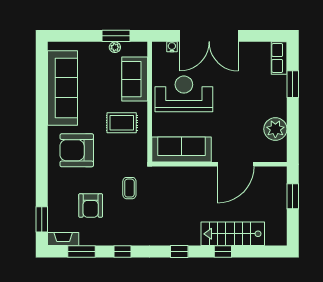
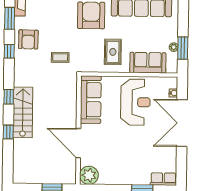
plant: (275, 129) -> (89, 175), moved
armchair: (91, 205) -> (28, 39), moved, turned -89
stairs: (233, 234) -> (23, 112), moved

